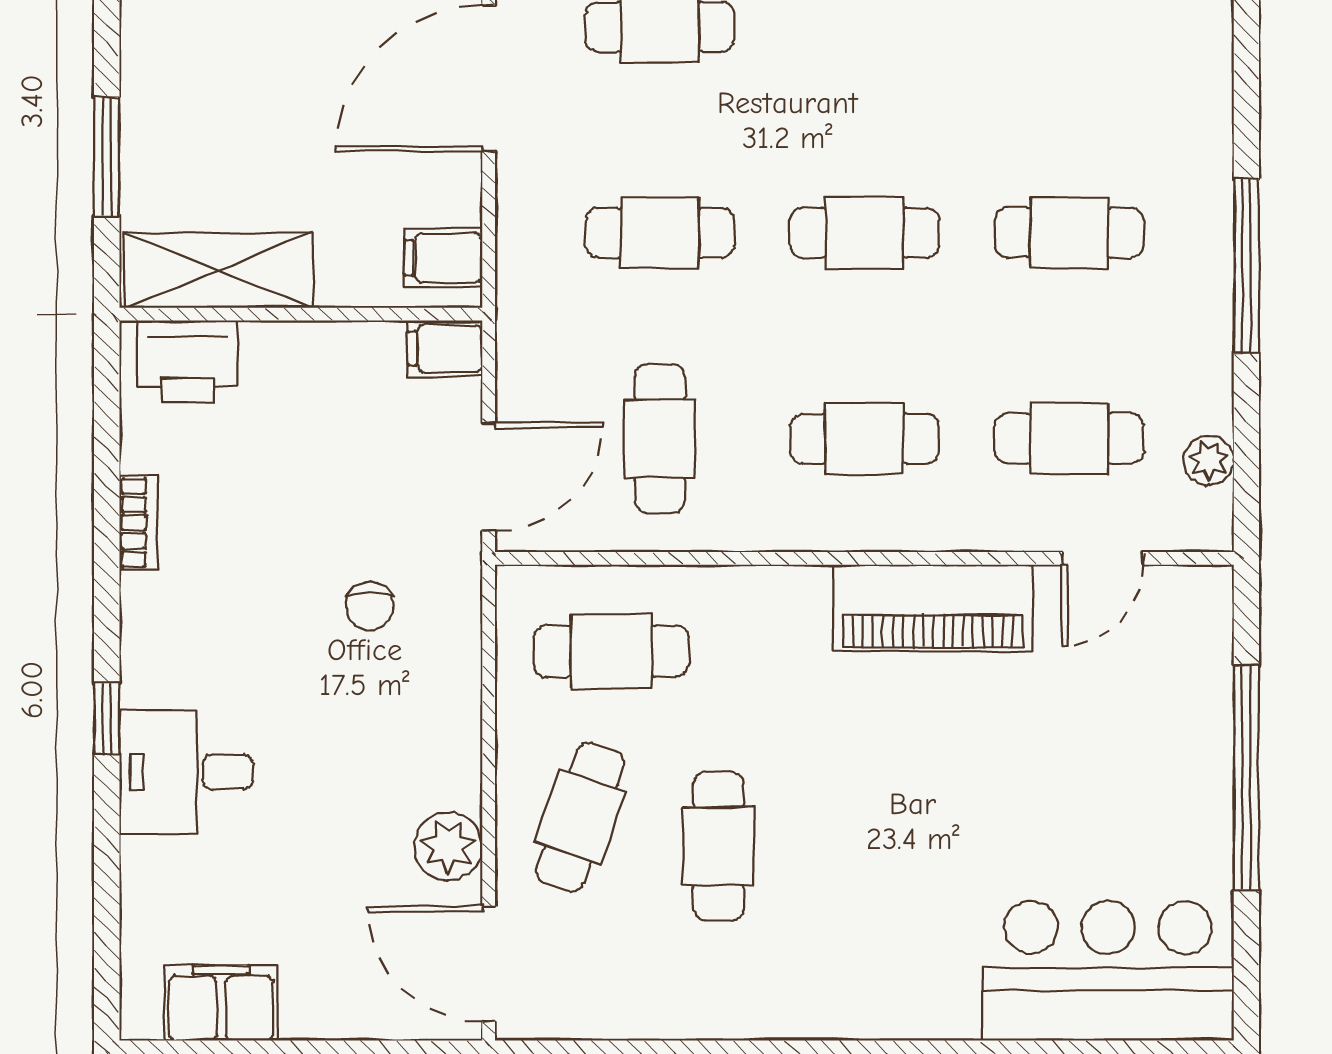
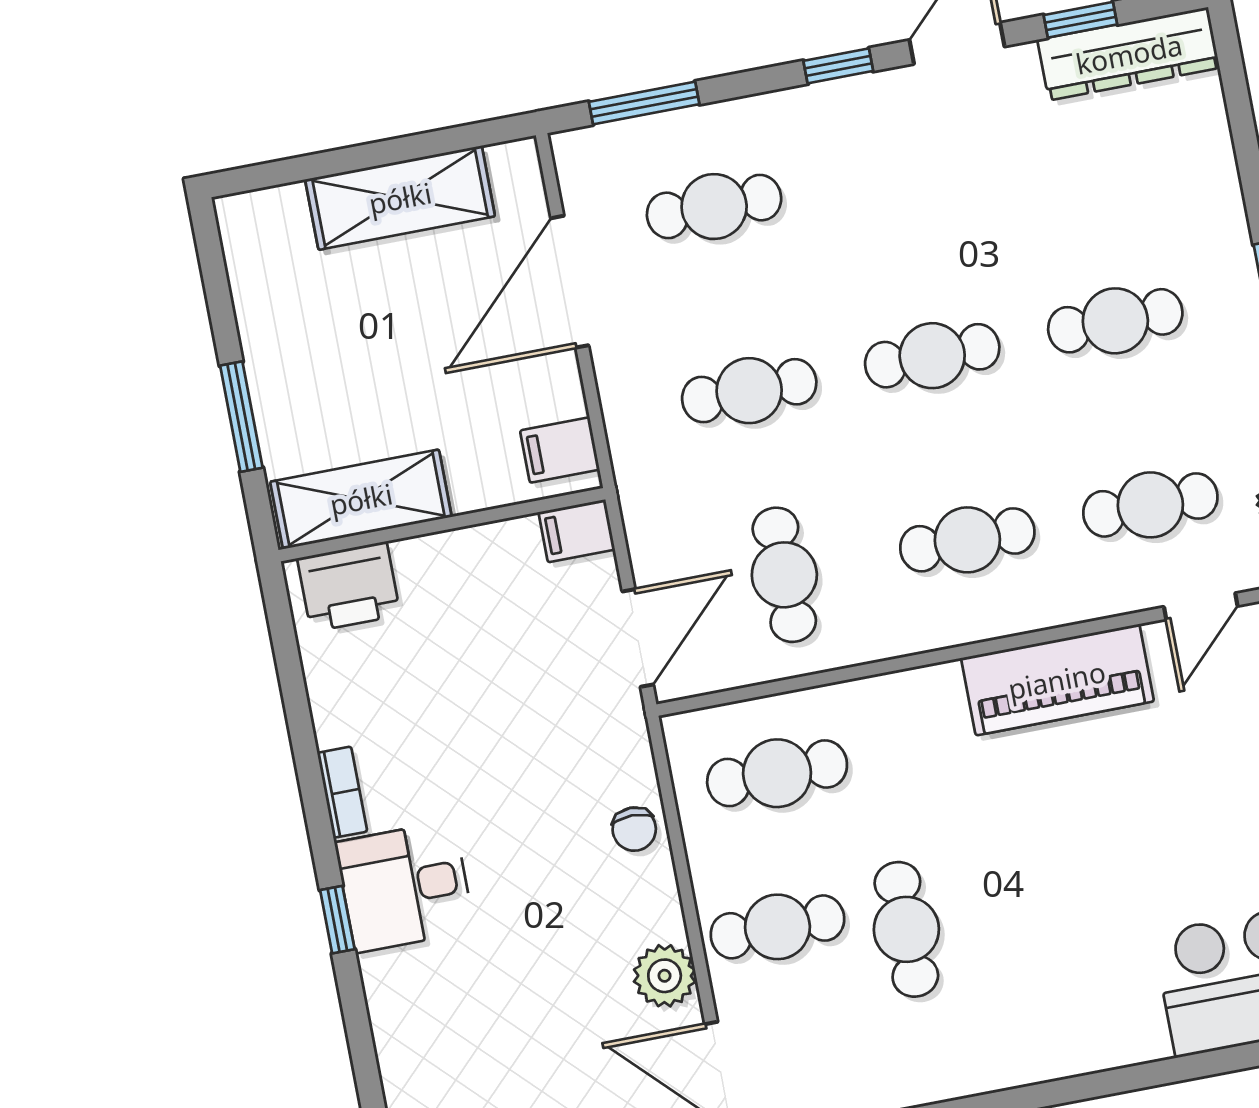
bookcase: (138, 523) -> (342, 792), moved
chair: (370, 606) -> (634, 829), moved
desk: (186, 772) -> (405, 887), moved
cafe table: (580, 817) -> (777, 927), turned 71

